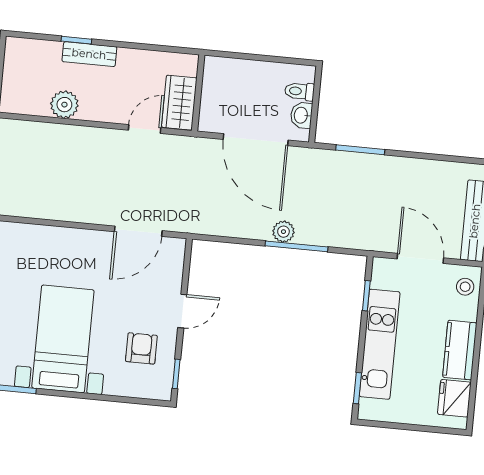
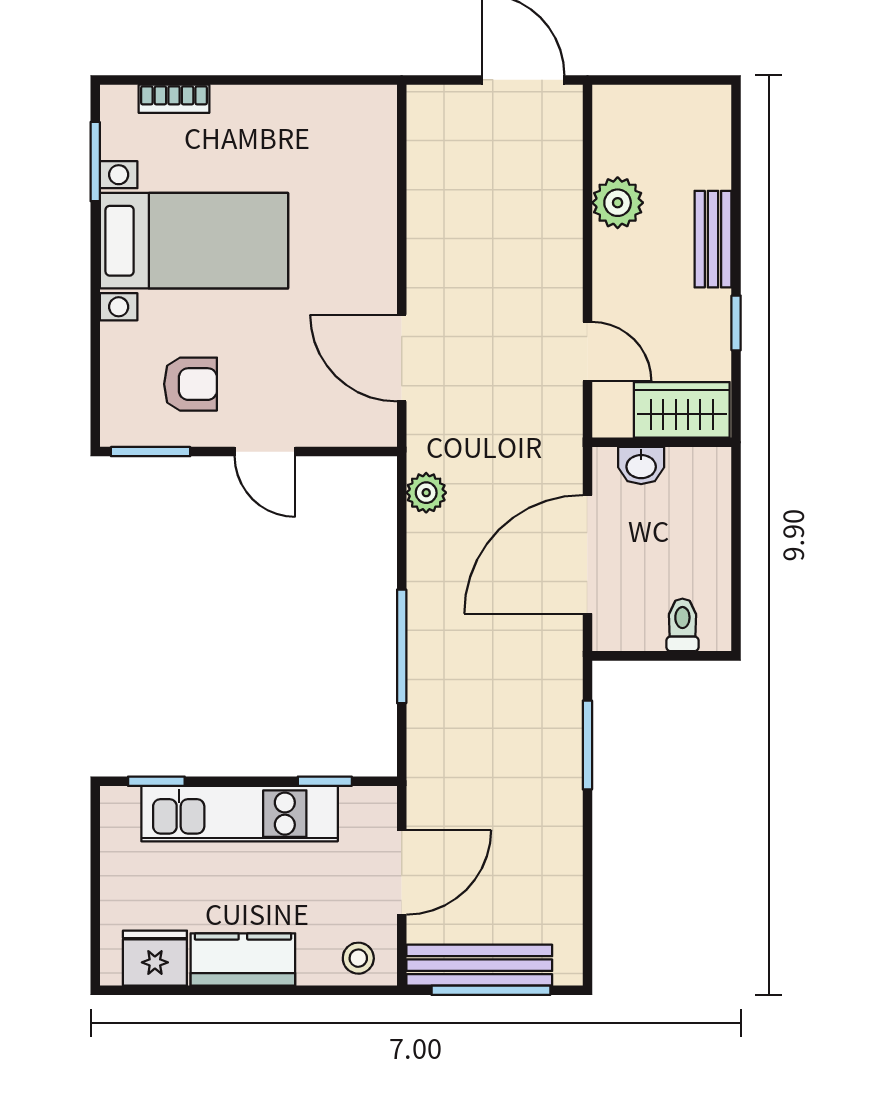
window: (76, 40) -> (736, 323), moved
wardrobe: (179, 103) -> (682, 410), moved
washbasin: (301, 115) -> (641, 466), moved, turned 180
plant: (283, 232) -> (426, 493), moved
window: (176, 374) -> (151, 452), width x1.50

